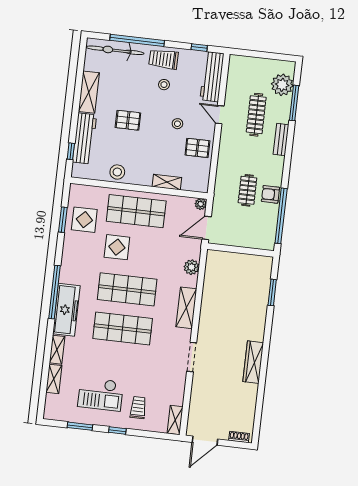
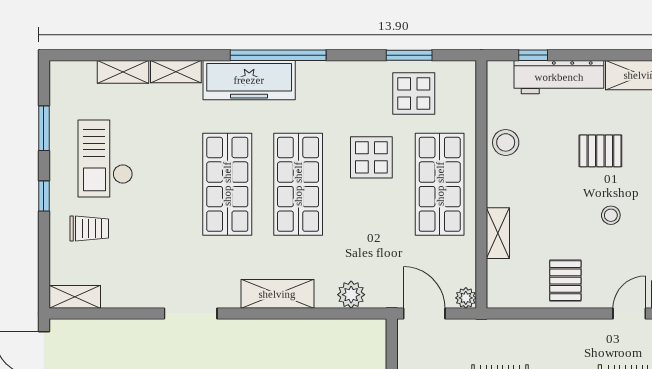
pallet: (128, 120) -> (600, 151), turned 90
stool: (177, 124) -> (611, 215), moved

